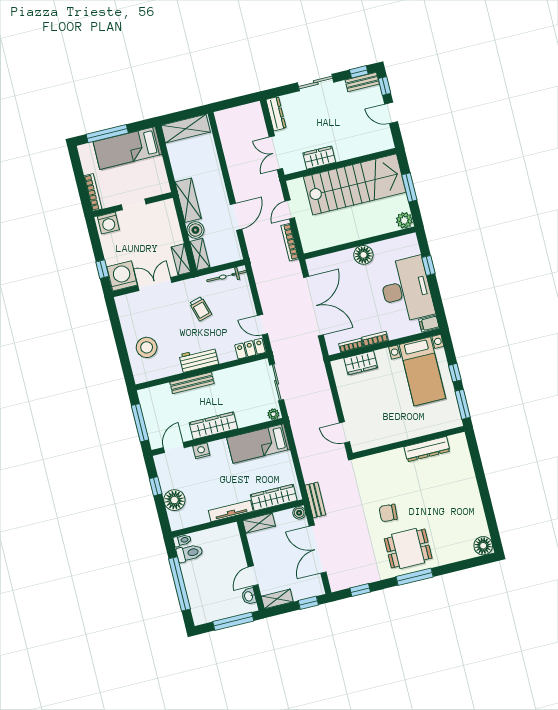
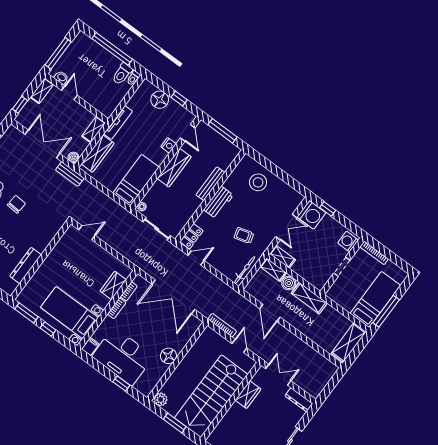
window: (107, 134) -> (386, 311), moved

